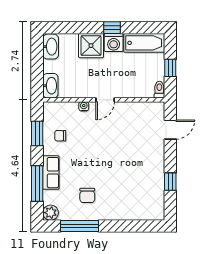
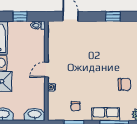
door: (105, 100) -> (46, 70), swing flipped

